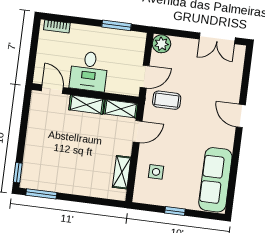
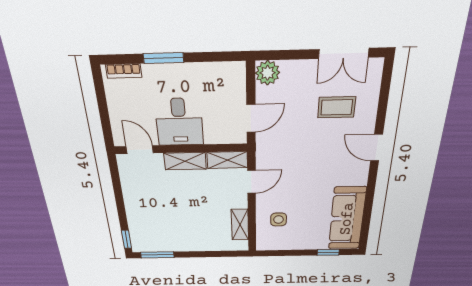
window: (117, 25) -> (163, 58), moved
coffee table: (167, 100) -> (337, 107), moved
window: (175, 211) -> (328, 252), moved

